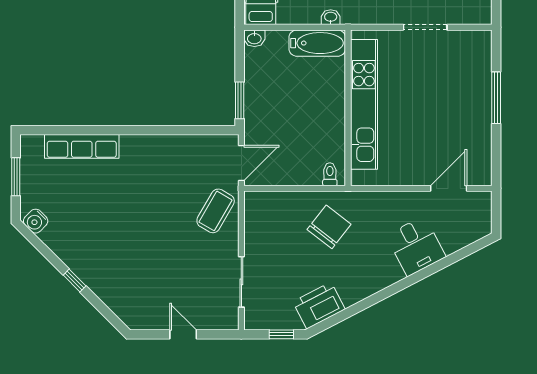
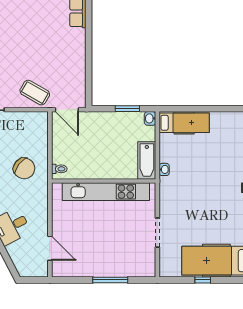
window: (240, 100) -> (127, 109), moved

